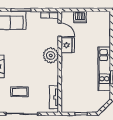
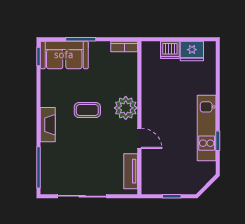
door: (60, 30) -> (139, 138), moved
fridge: (68, 45) -> (192, 51), moved, turned 90
coffee table: (20, 92) -> (87, 110), moved

